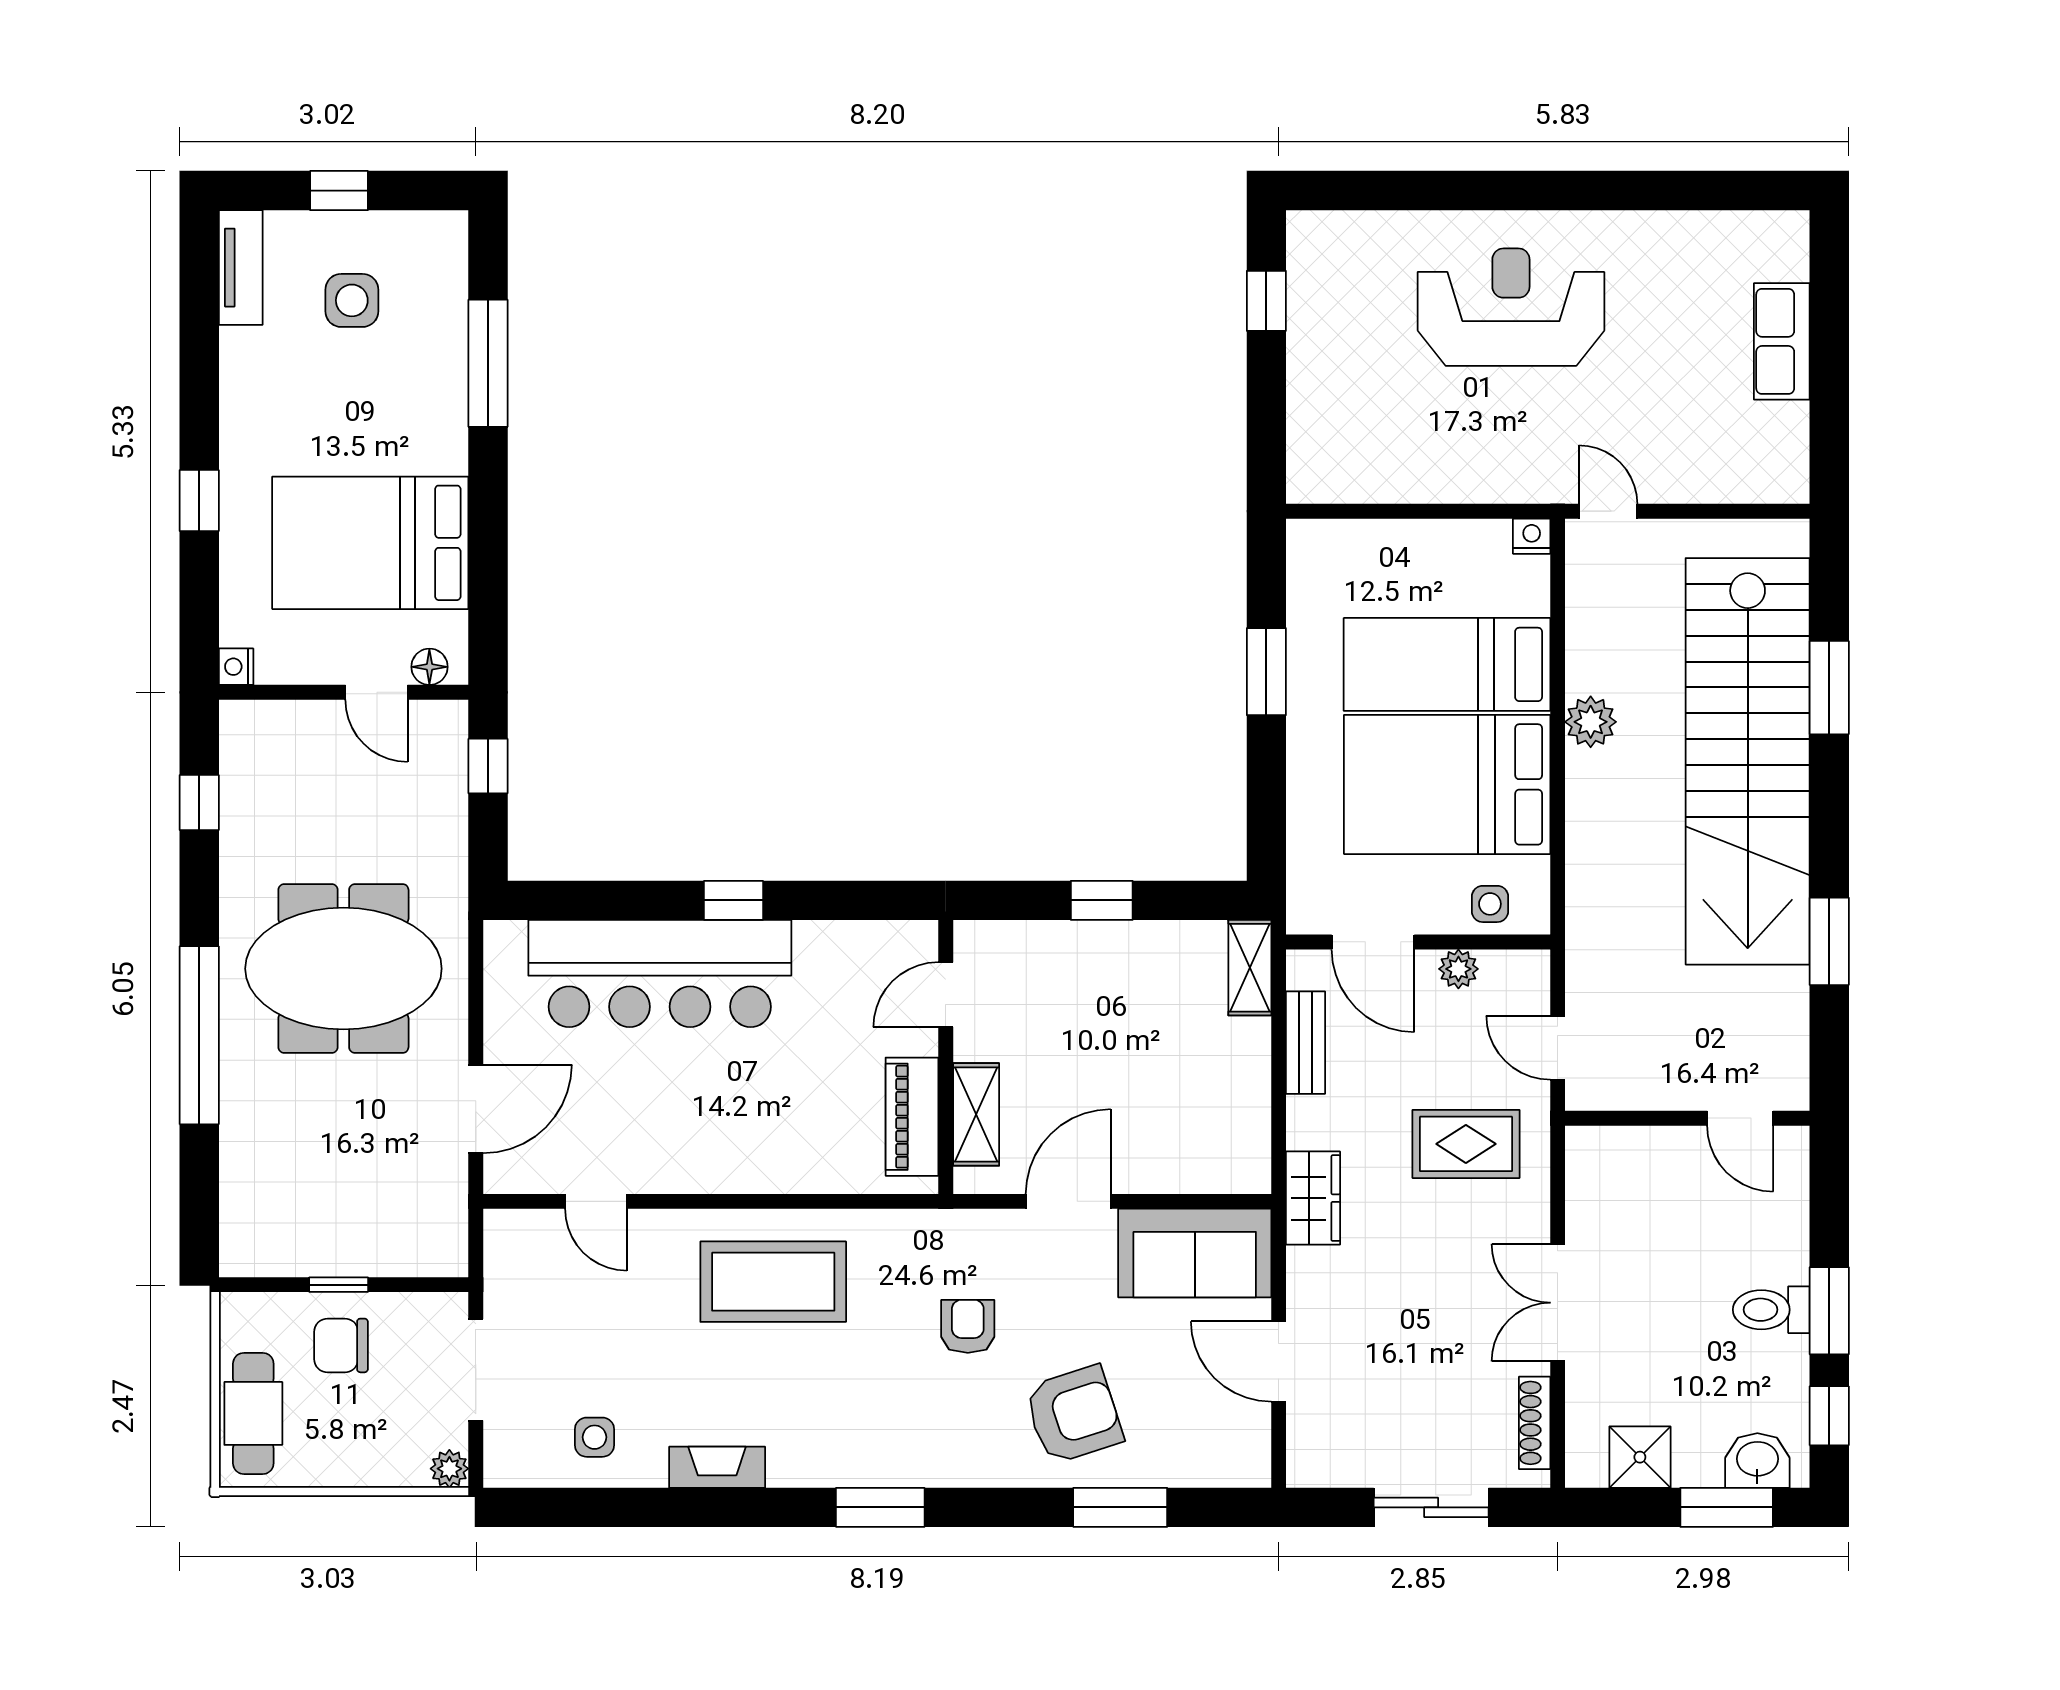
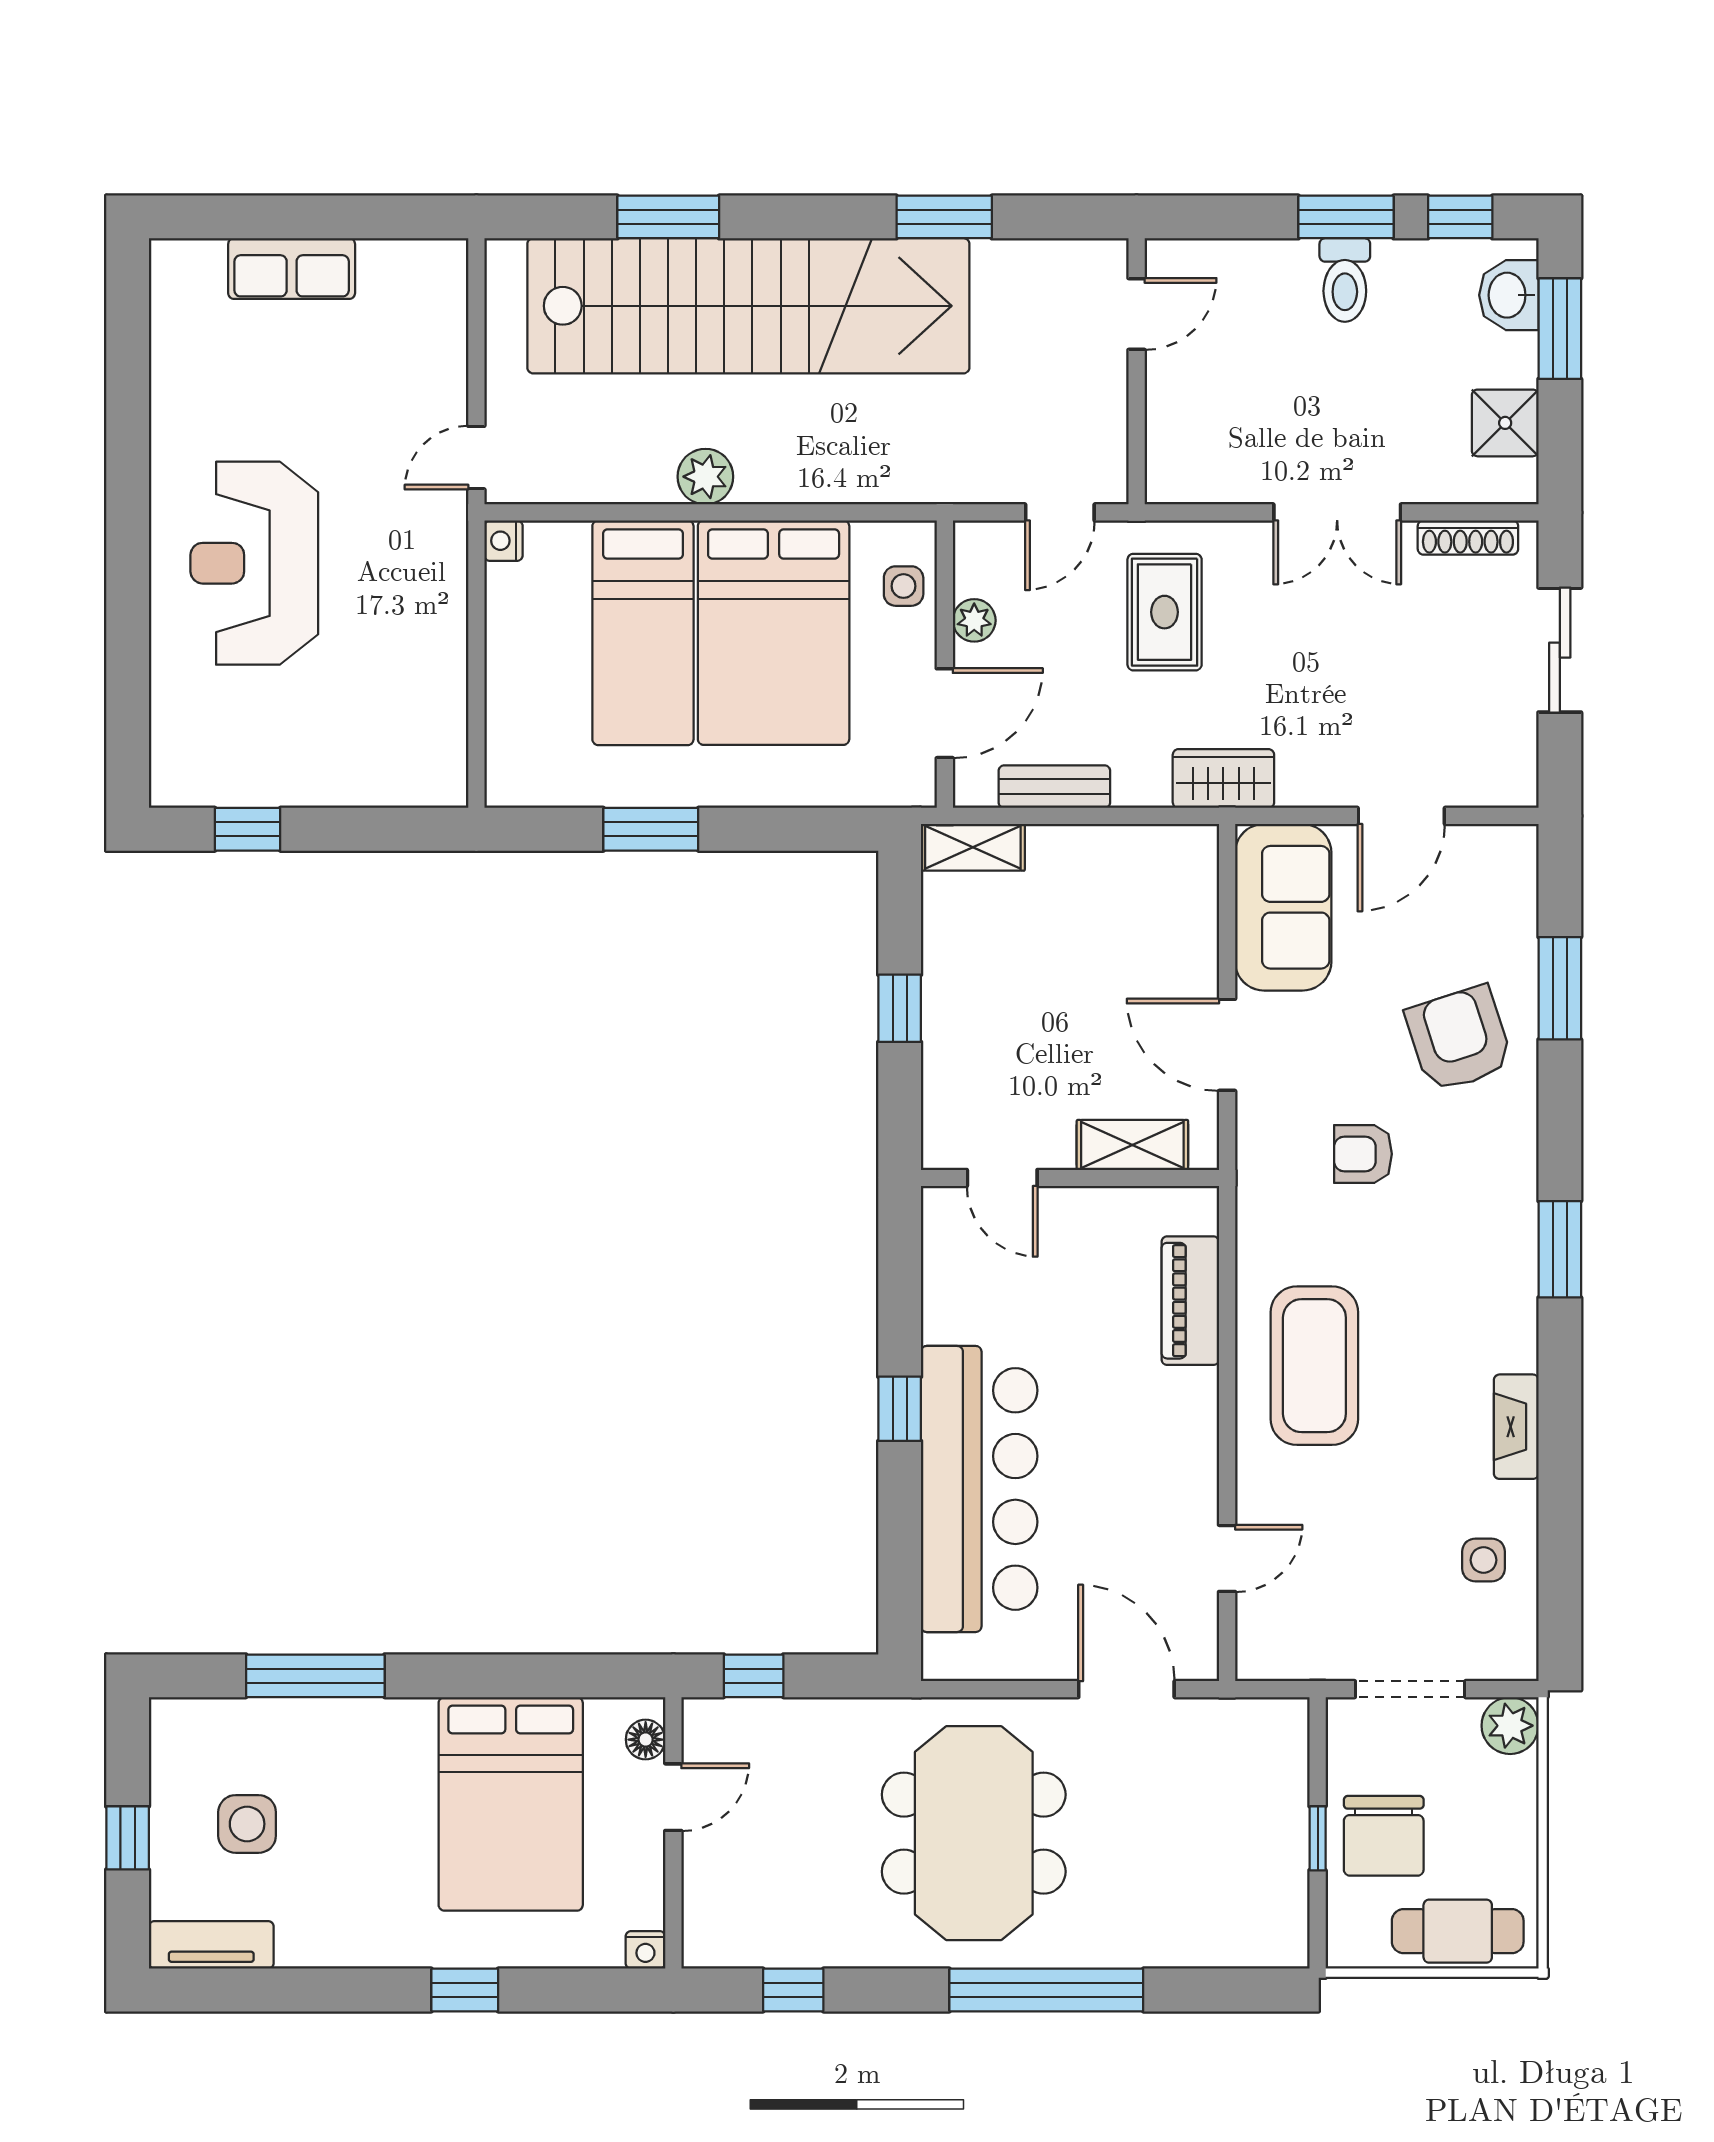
piano: (912, 1117) -> (1190, 1301), moved, turned 90
chair: (341, 1345) -> (1384, 1836), width x1.37, depth x1.37
plant: (449, 1469) -> (1510, 1726), width x1.38, depth x1.38

